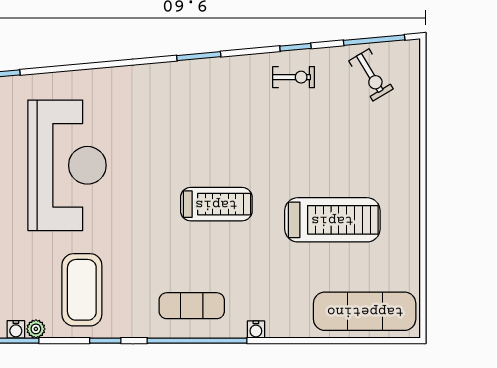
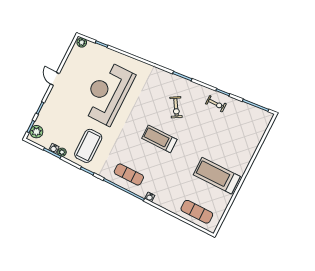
exercise bike: (371, 75) -> (176, 107), moved
reception desk: (67, 165) -> (108, 93), turned 180
treadmill: (216, 204) -> (159, 139), turned 180
treadmill: (332, 220) -> (217, 176), moved, turned 180
exercise mat: (365, 311) -> (197, 212), width x0.73, depth x0.69

